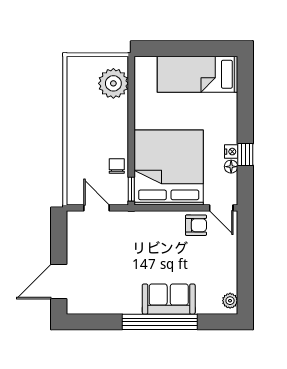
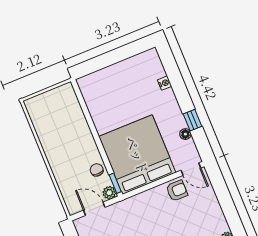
bed: (198, 74) -> (130, 73), removed
plant: (113, 83) -> (109, 193), moved, width x0.53, depth x0.53
nightstand: (231, 152) -> (165, 83), moved

